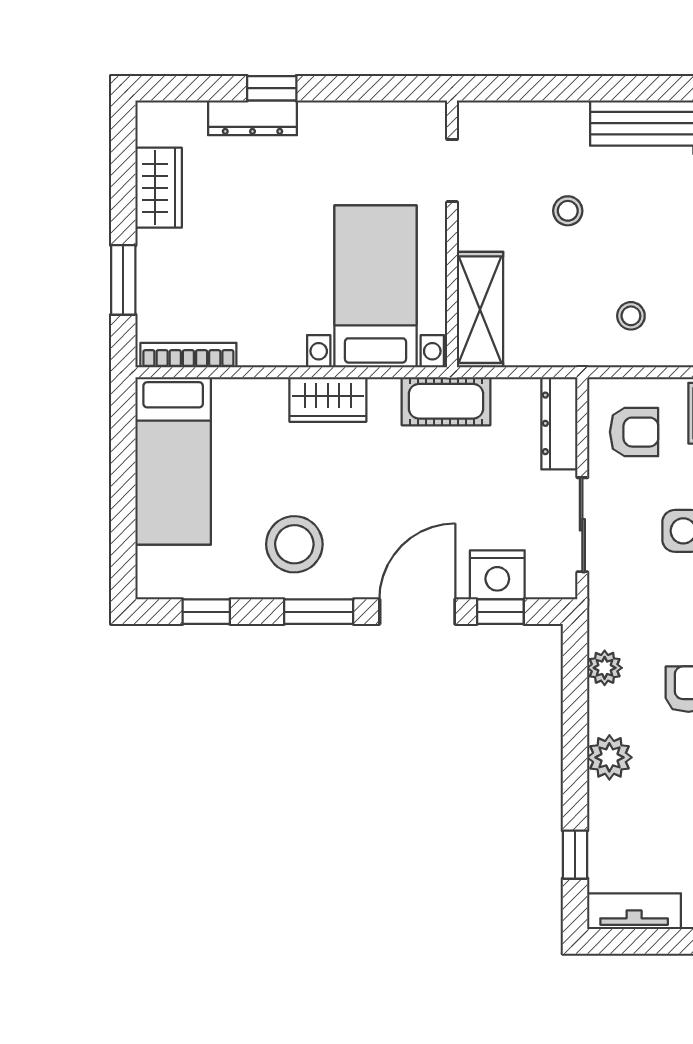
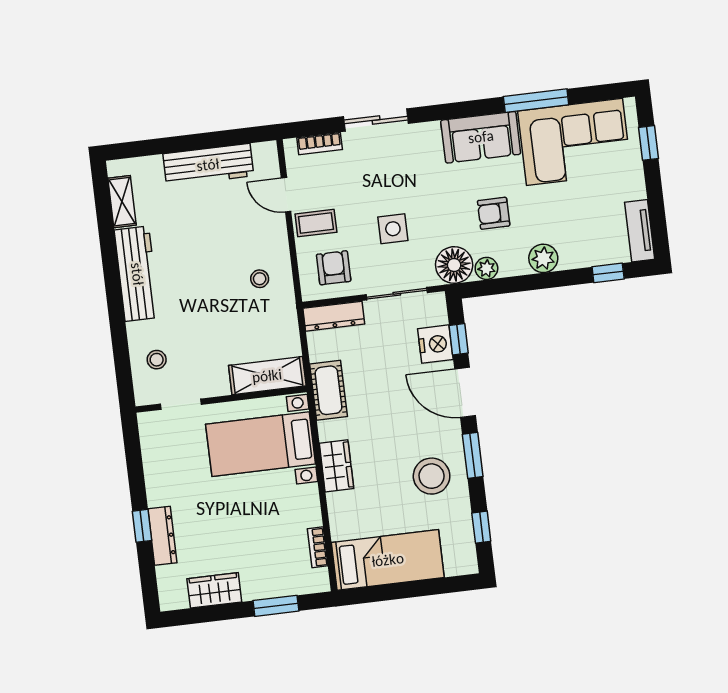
stool: (568, 211) -> (157, 360), moved
bookcase: (188, 355) -> (318, 547), width x0.64
floor lamp: (616, 619) -> (454, 265), added

